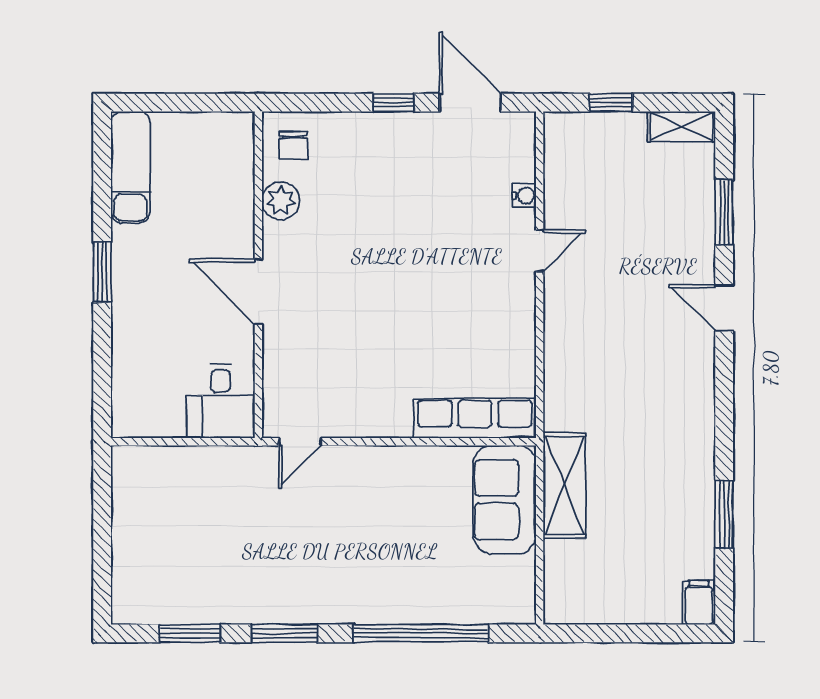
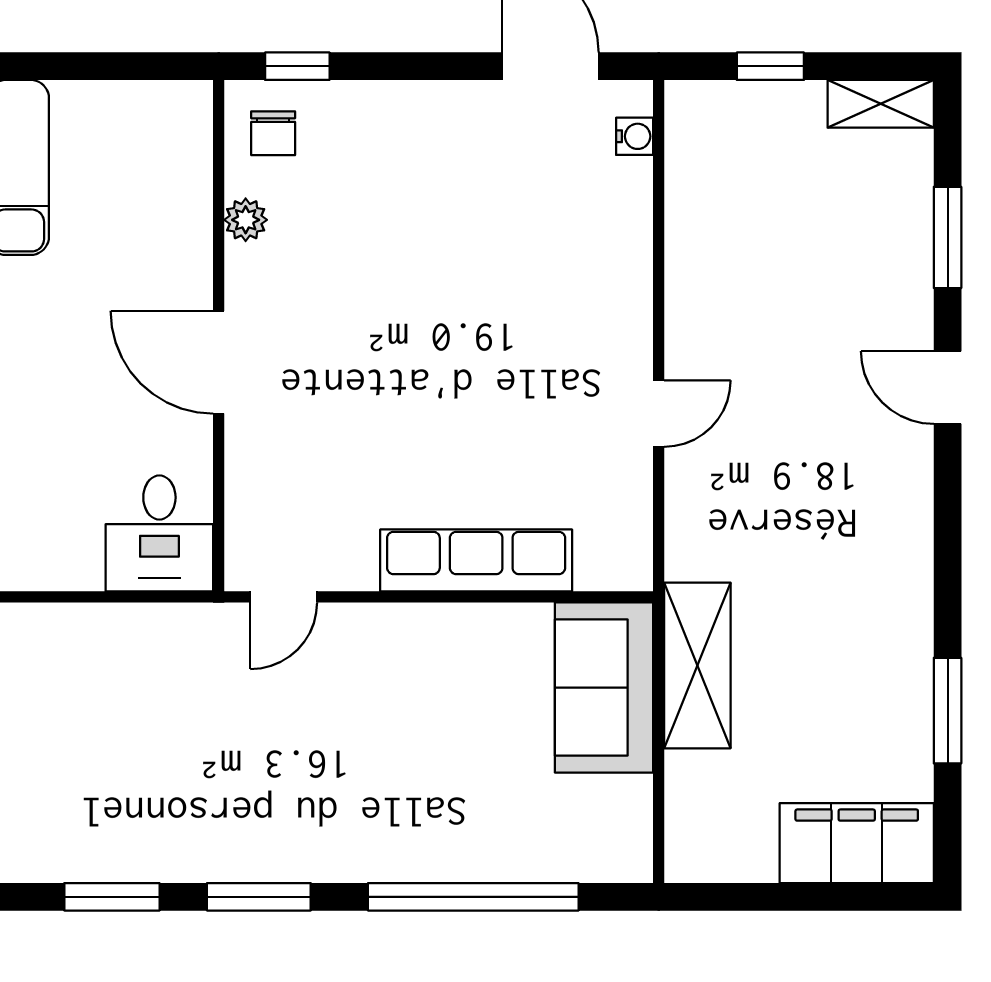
window: (394, 103) -> (297, 66), moved
water cooler: (524, 196) -> (635, 136), moved
plant: (281, 201) -> (246, 220), width x0.73, depth x0.73
door: (540, 251) -> (659, 414), moved
row of seats: (475, 418) -> (476, 560), moved
filing cabinet: (699, 603) -> (857, 843), width x3.00, depth x1.17

